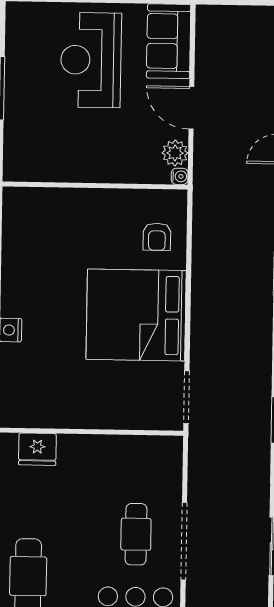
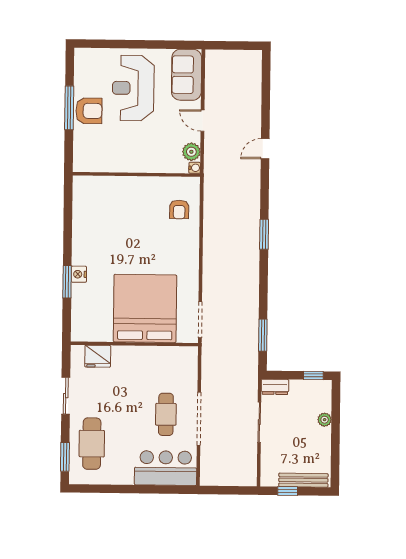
armchair: (26, 93) -> (89, 111), added
door: (191, 108) -> (203, 121), width x0.73
bed: (136, 315) -> (145, 308), moved, turned 90

